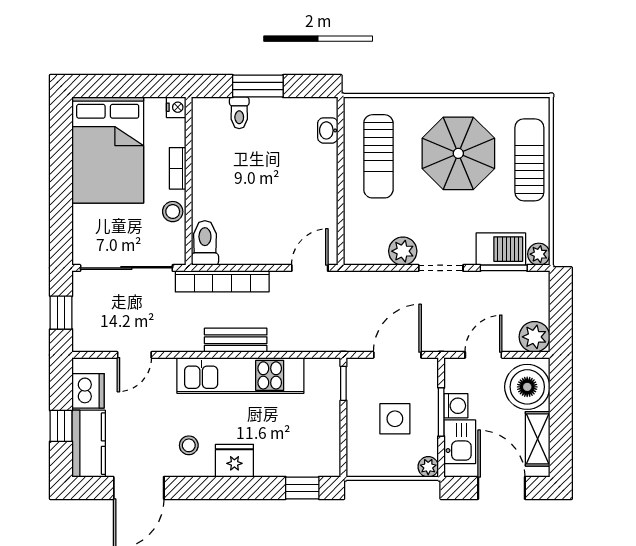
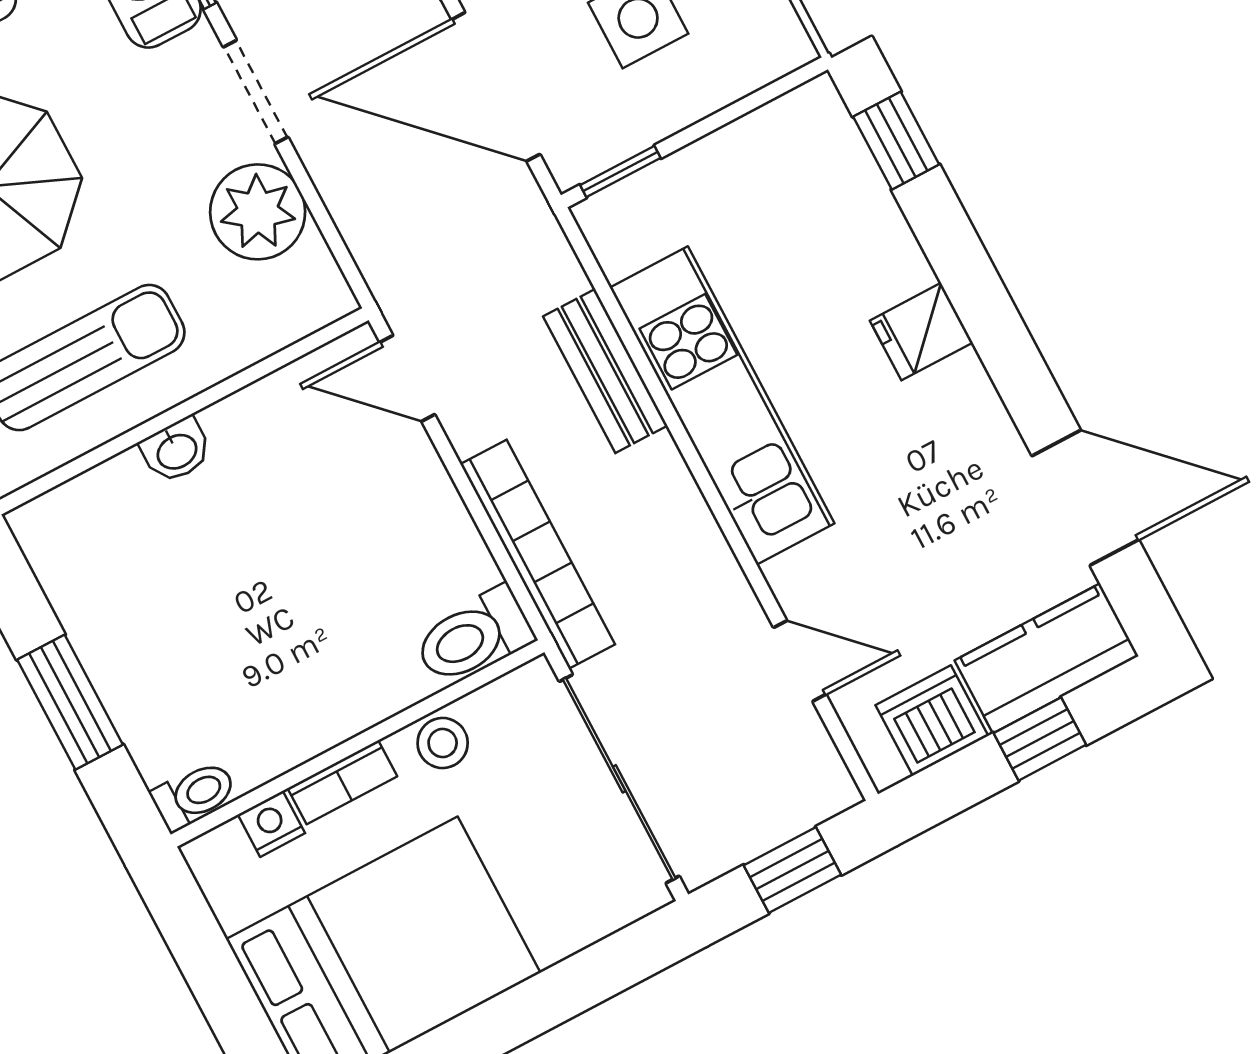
nightstand: (176, 107) -> (271, 824), moved
toilet: (239, 113) -> (194, 795), moved
washbasin: (328, 130) -> (176, 450), moved
plant: (403, 251) -> (258, 212), width x1.36, depth x1.36
bench: (236, 340) -> (605, 371), moved
door: (397, 355) -> (496, 87), width x1.36
stool: (189, 445) -> (934, 438), removed
fridge: (234, 461) -> (921, 332), width x0.72

